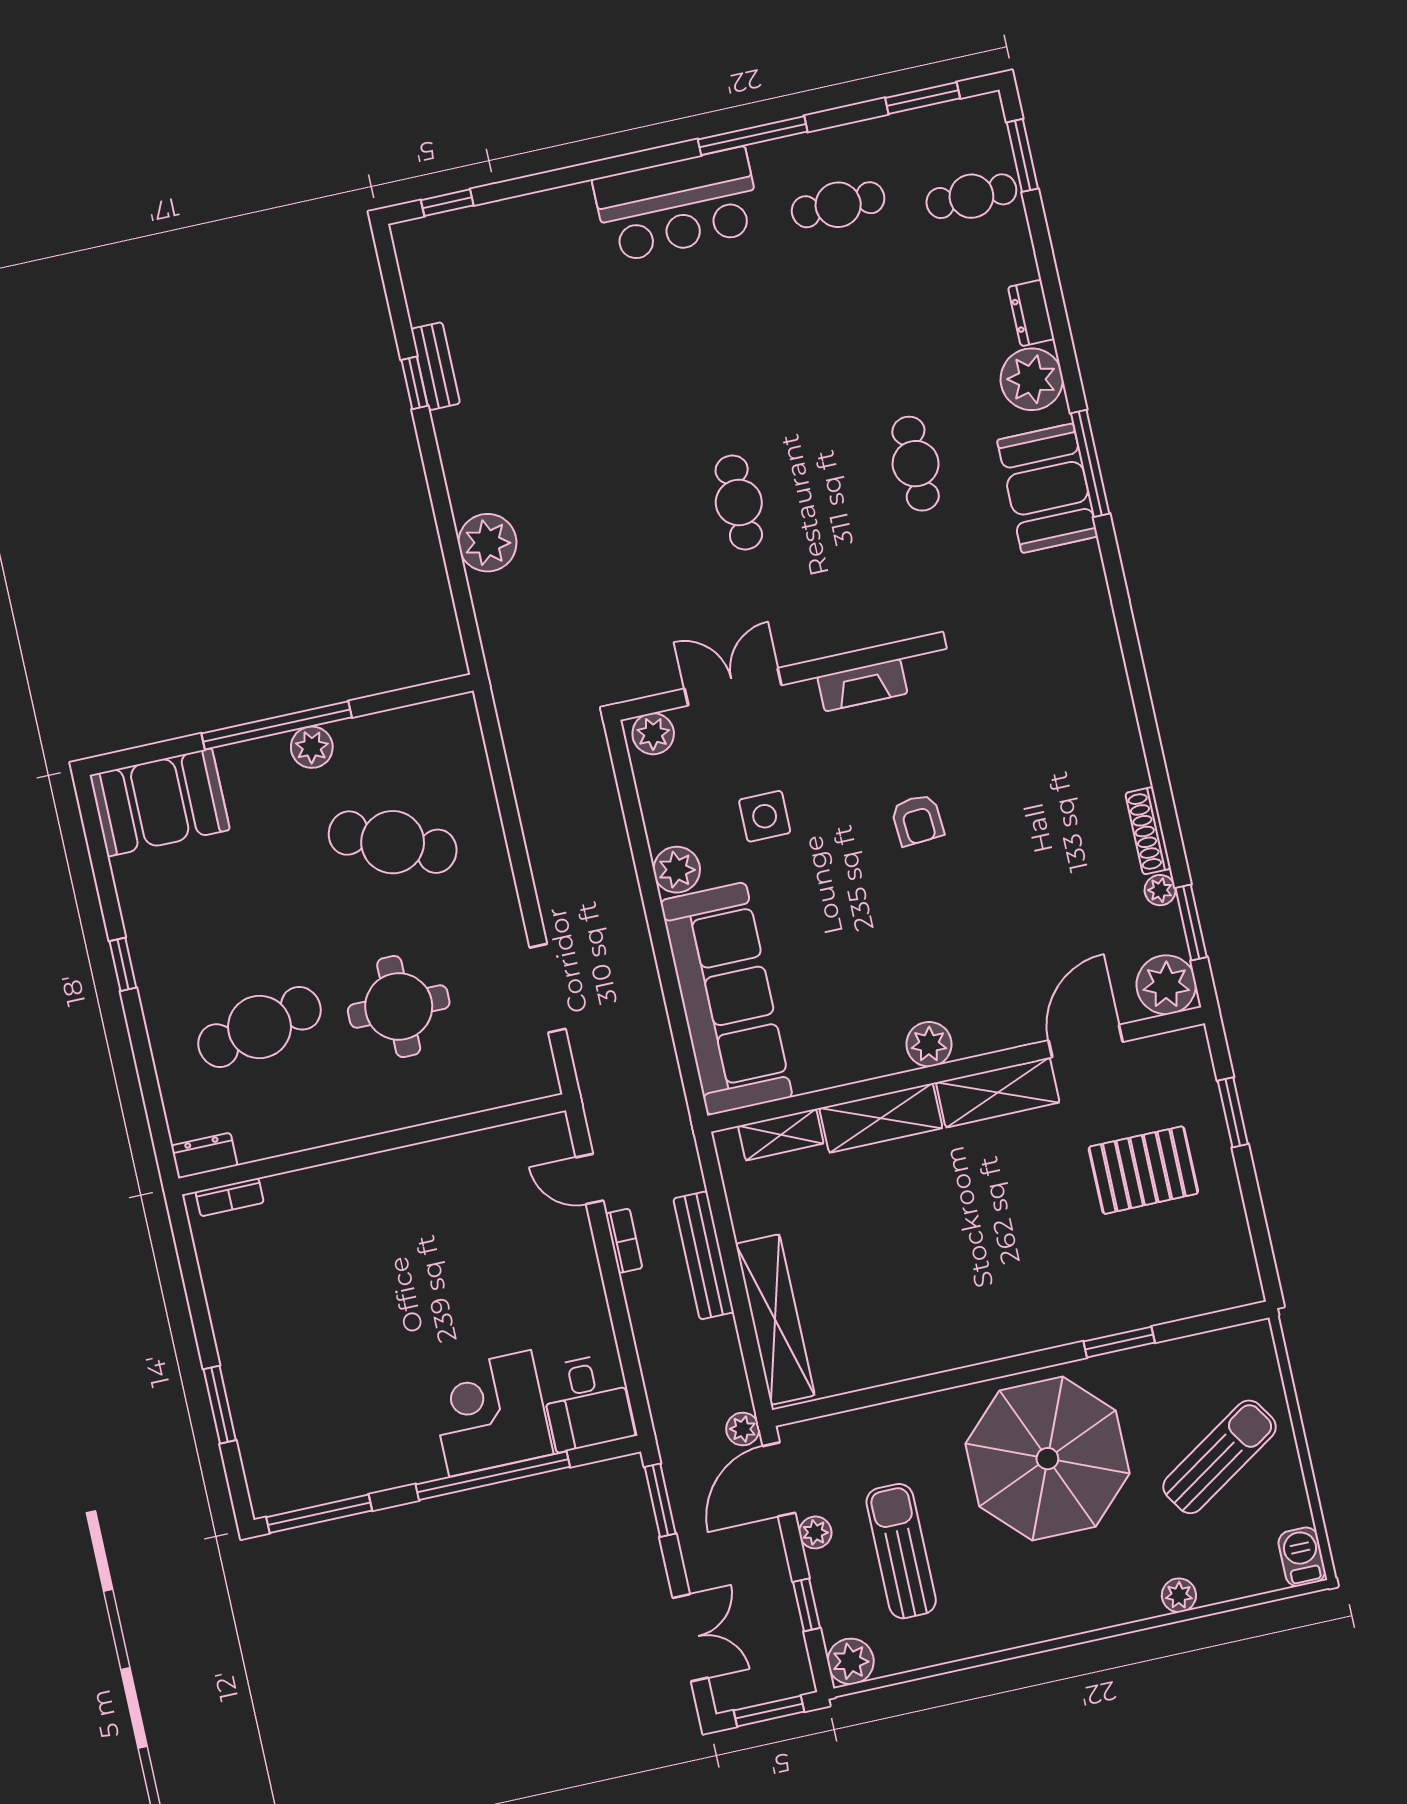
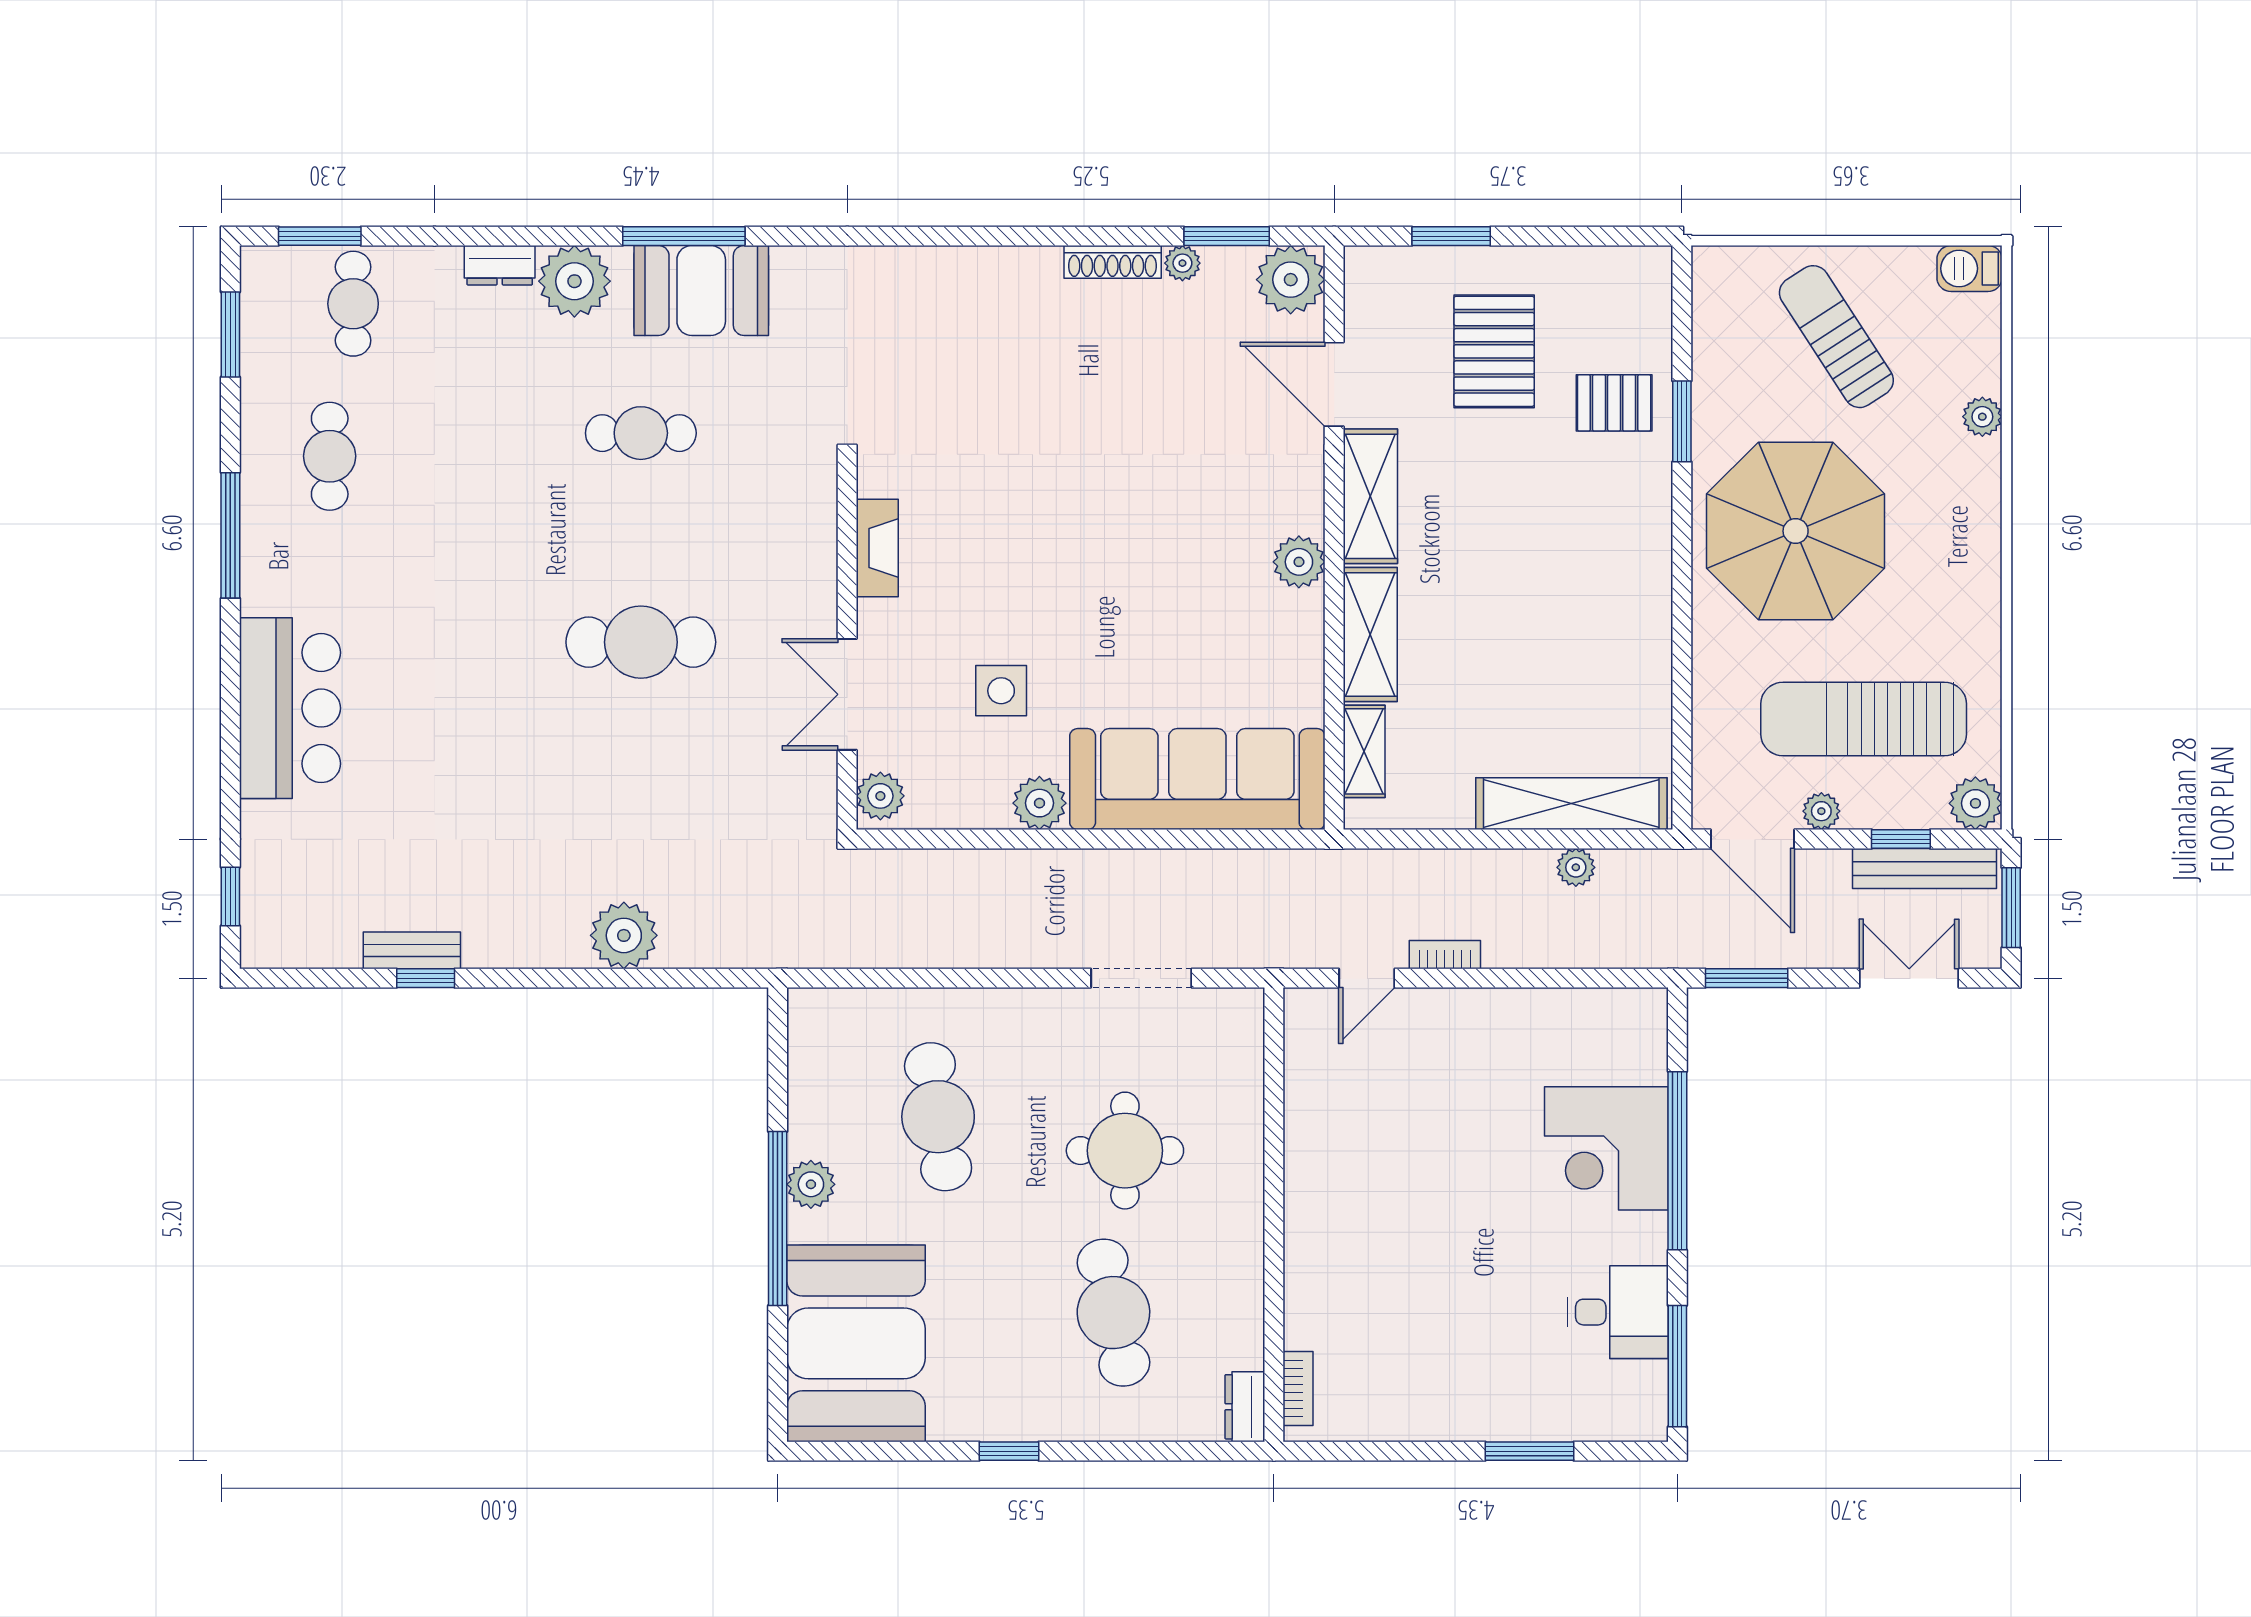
bar counter: (677, 205) -> (290, 708), moved
cafe table: (739, 503) -> (641, 642), width x1.37, depth x1.35
booth: (160, 802) -> (856, 1343), width x1.36, depth x1.42
armchair: (917, 820) -> (1043, 519), removed
cafe table: (393, 842) -> (938, 1117), turned -33
bench: (704, 1255) -> (1925, 868), moved
pallet: (1122, 1281) -> (1614, 403), added
desk: (587, 1402) -> (1618, 1312), moved
plant: (743, 1429) -> (1576, 867), moved
sun lounger: (901, 1551) -> (1864, 719), width x1.36, depth x1.34

